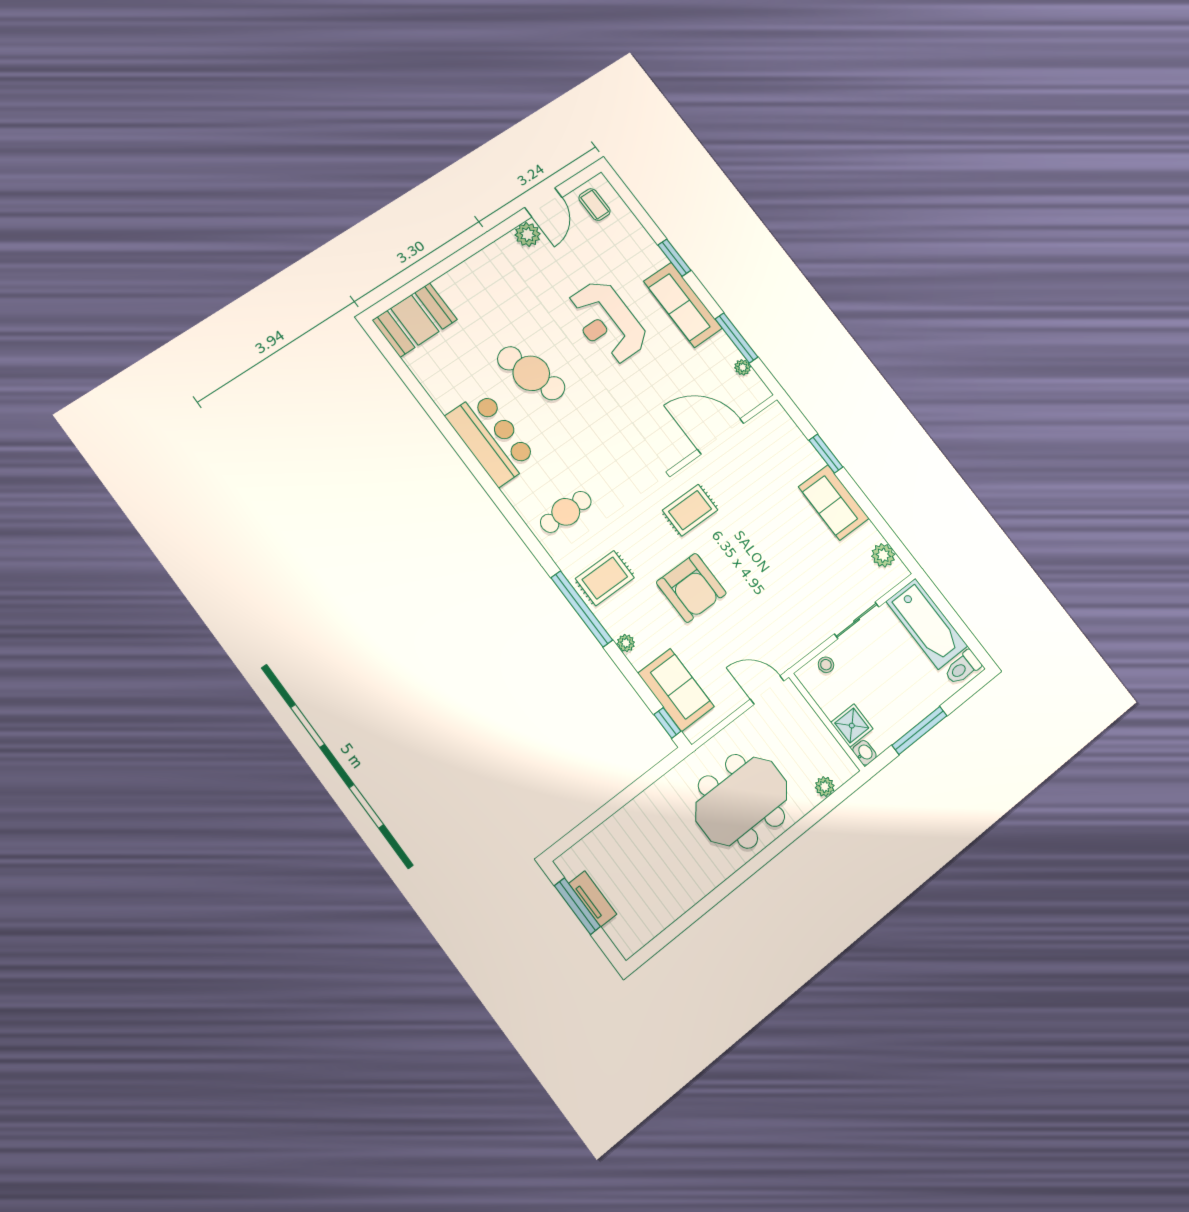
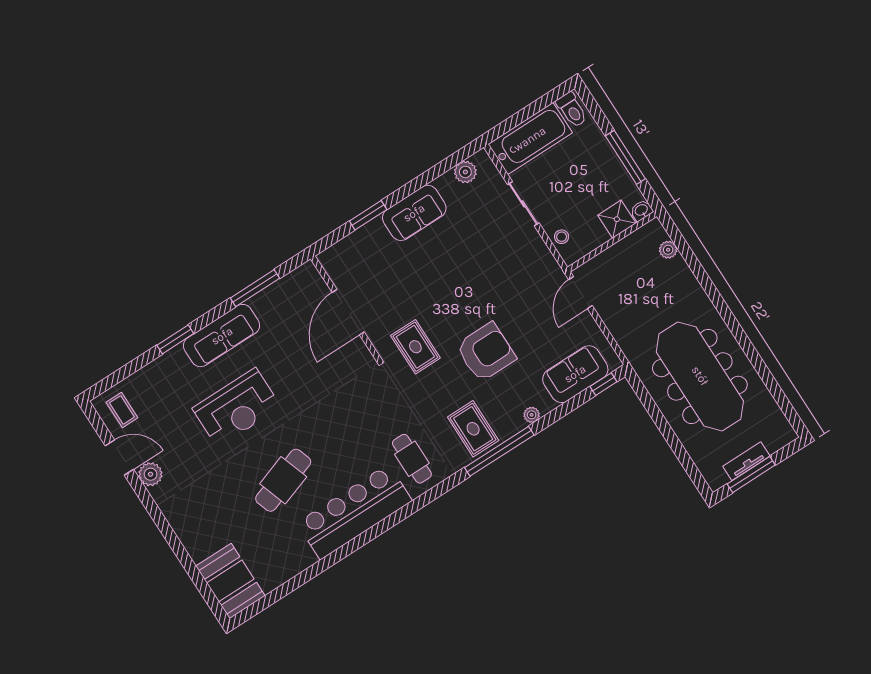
coffee table: (595, 205) -> (122, 410), turned 90
plant: (743, 367) -> (283, 285), removed
bar counter: (492, 438) -> (354, 512), width x1.36
meeting table: (741, 801) -> (700, 376), moved, width x1.36

